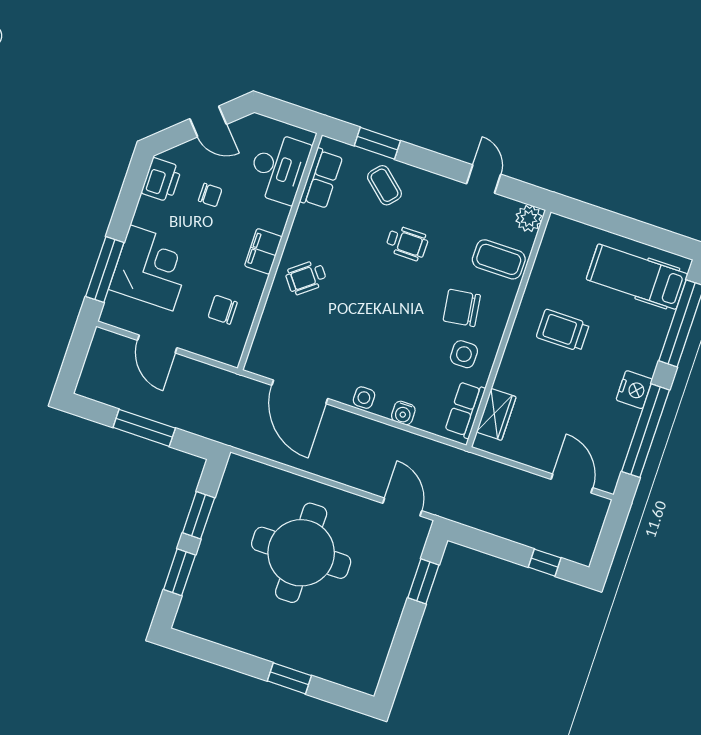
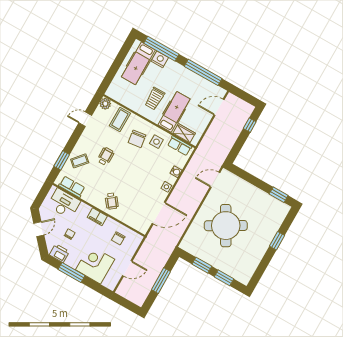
window: (105, 269) -> (72, 272), moved
hospital bed: (541, 381) -> (174, 112), added
nightstand: (634, 390) -> (160, 59), moved
round table: (301, 553) -> (226, 226), turned -30
window: (423, 581) -> (279, 195), moved

